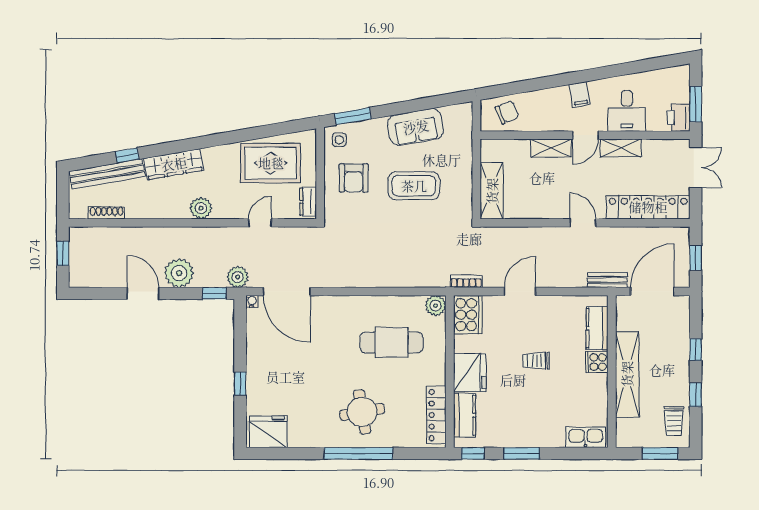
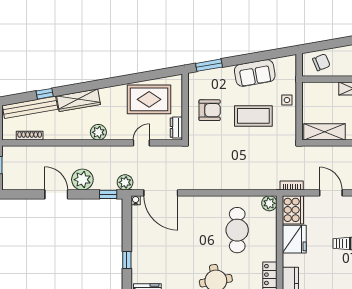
side table: (339, 140) -> (287, 100), moved
armchair: (354, 178) -> (210, 110), turned -90
shelving: (492, 191) -> (324, 132), moved, turned 90
door: (520, 291) -> (331, 193), hinge flipped
cafe table: (391, 342) -> (237, 230), turned 90
fridge: (470, 373) -> (294, 239), moved

